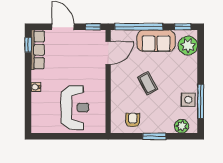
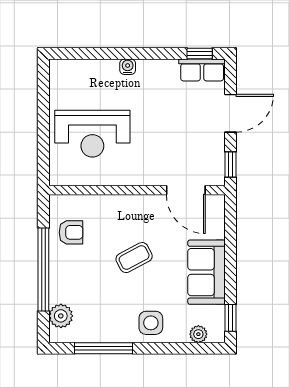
window: (139, 27) -> (231, 243), removed
plant: (188, 46) -> (198, 334), width x0.53, depth x0.53
row of seats: (38, 50) -> (202, 70), width x0.68
side table: (188, 100) -> (151, 323), moved
window: (154, 136) -> (43, 269), width x2.11

